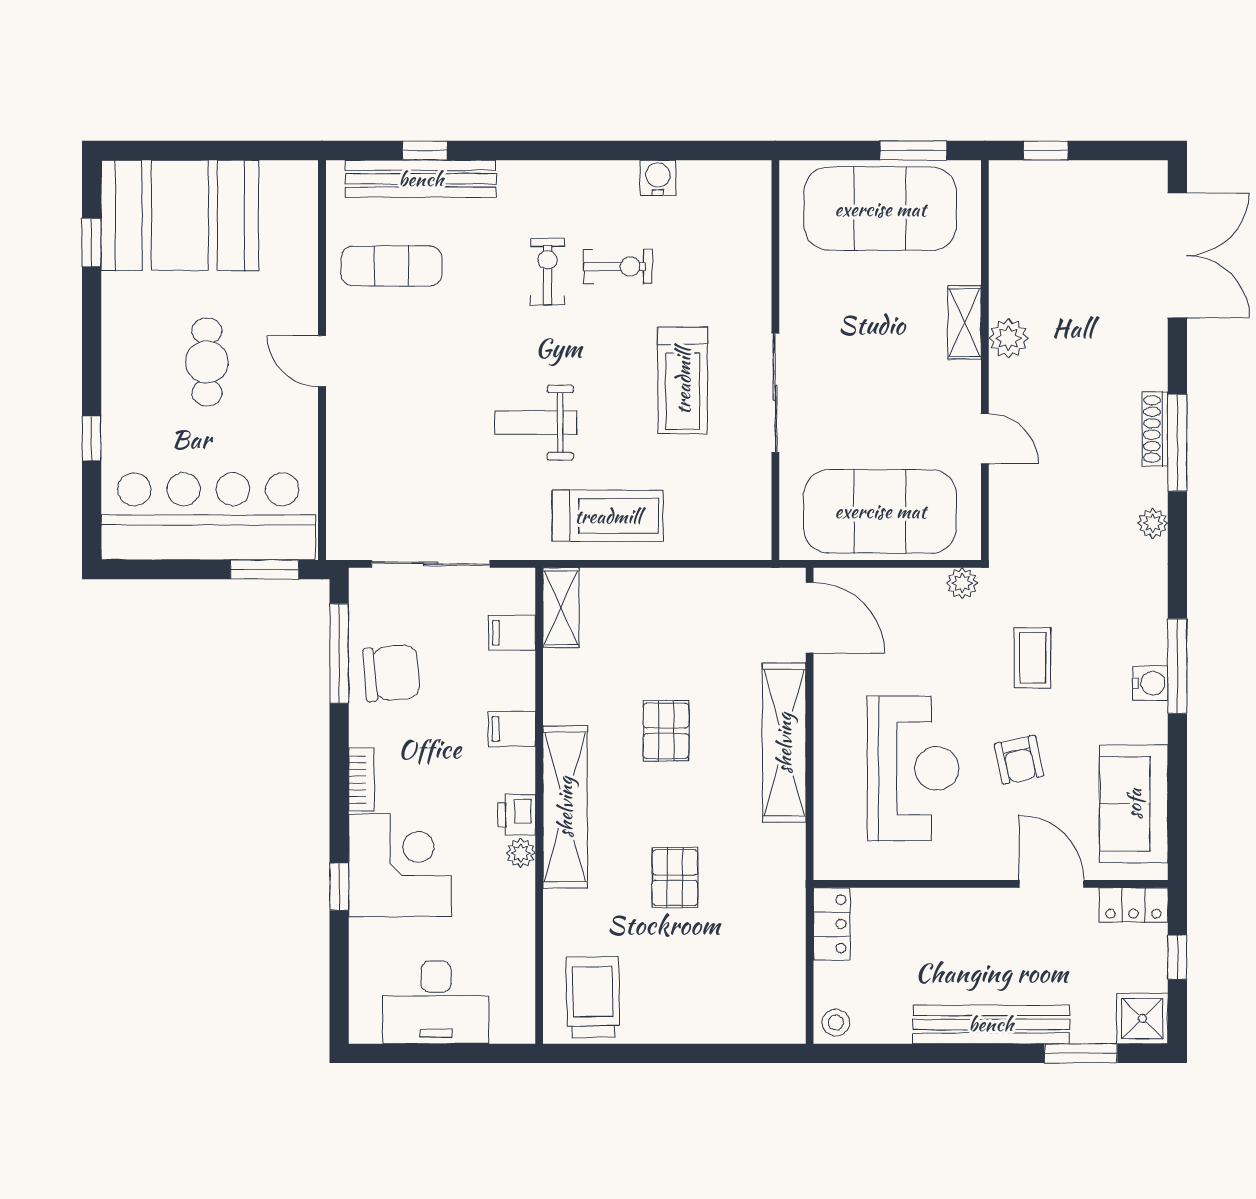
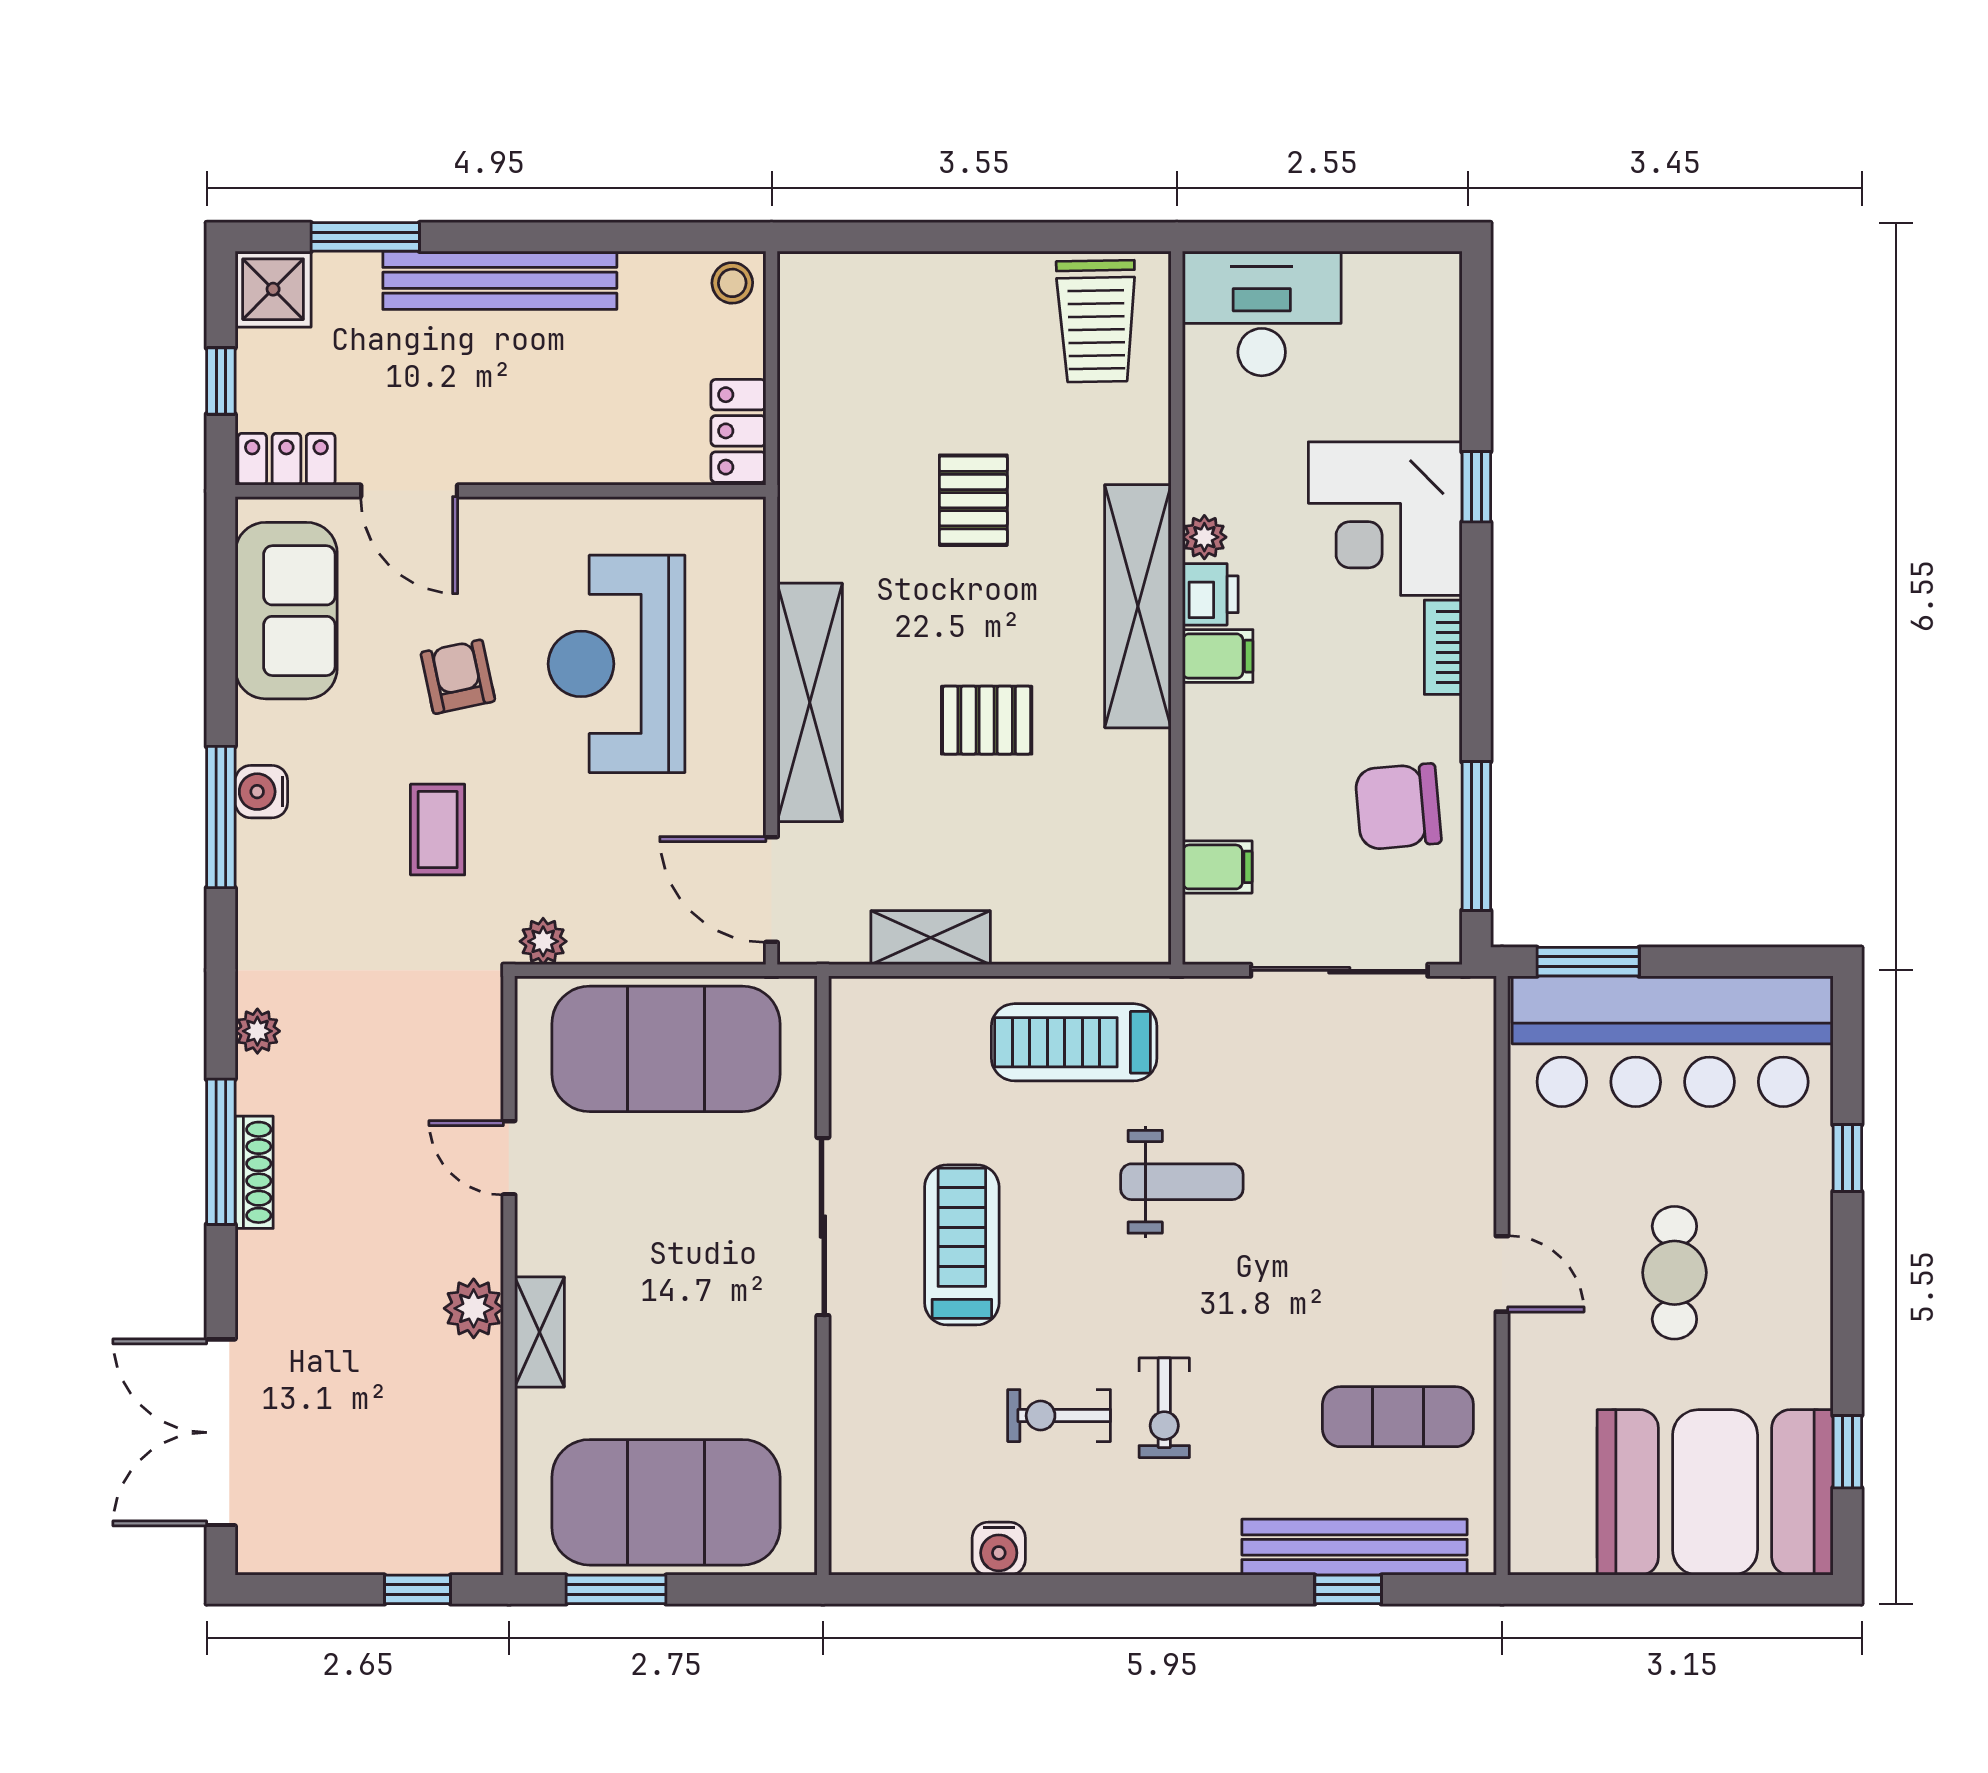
shelving: (561, 608) -> (931, 938), moved, turned 90
filing cabinet: (512, 729) -> (1218, 656), moved
pallet: (666, 731) -> (987, 720), turned 90
desk: (436, 1002) -> (1262, 313), moved

